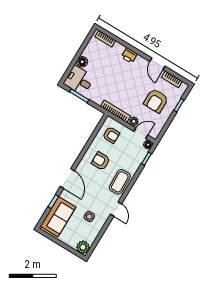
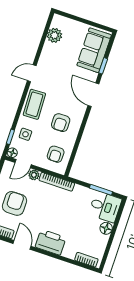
printer: (129, 55) -> (51, 242), width x1.87, depth x1.48
armchair: (111, 135) -> (56, 154), turned -90
armchair: (101, 161) -> (61, 123), turned 90
door: (116, 209) -> (32, 73), hinge flipped
side table: (89, 217) -> (25, 134), moved
plant: (83, 247) -> (55, 35), moved

